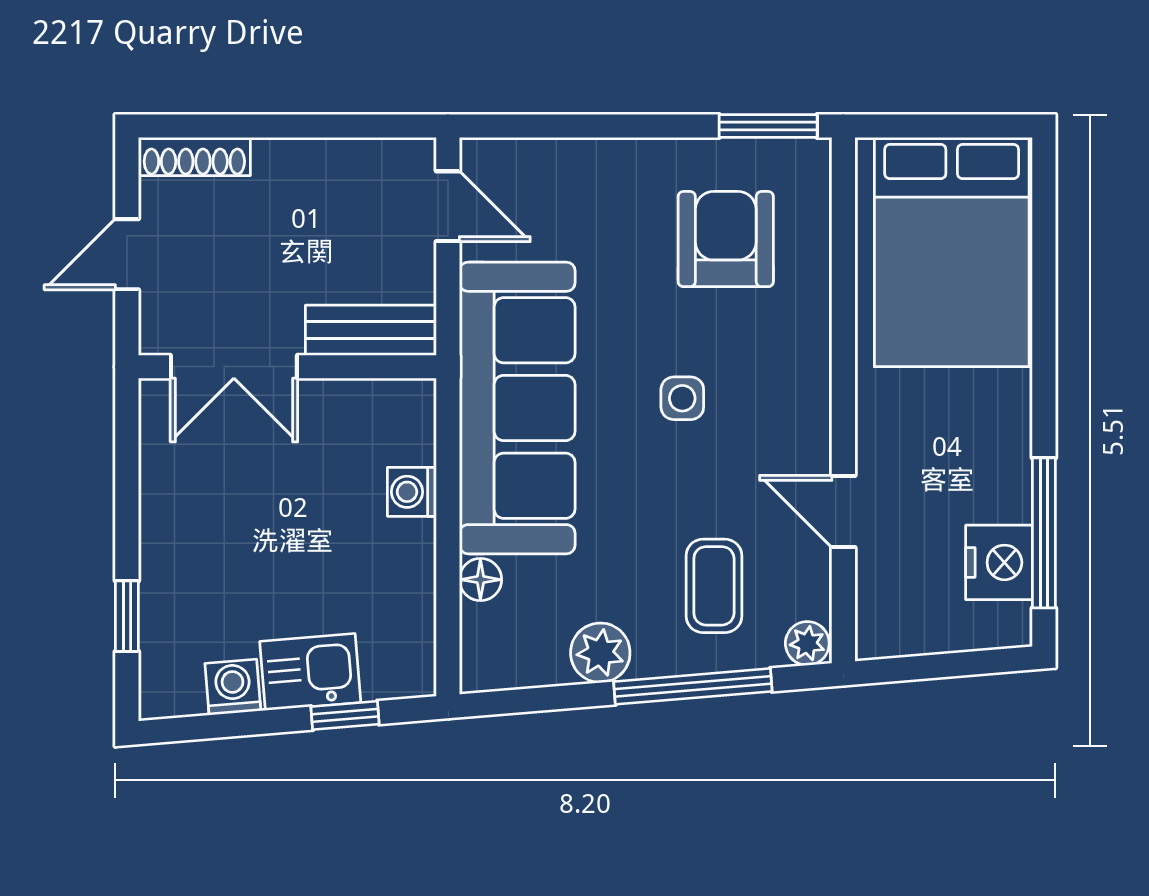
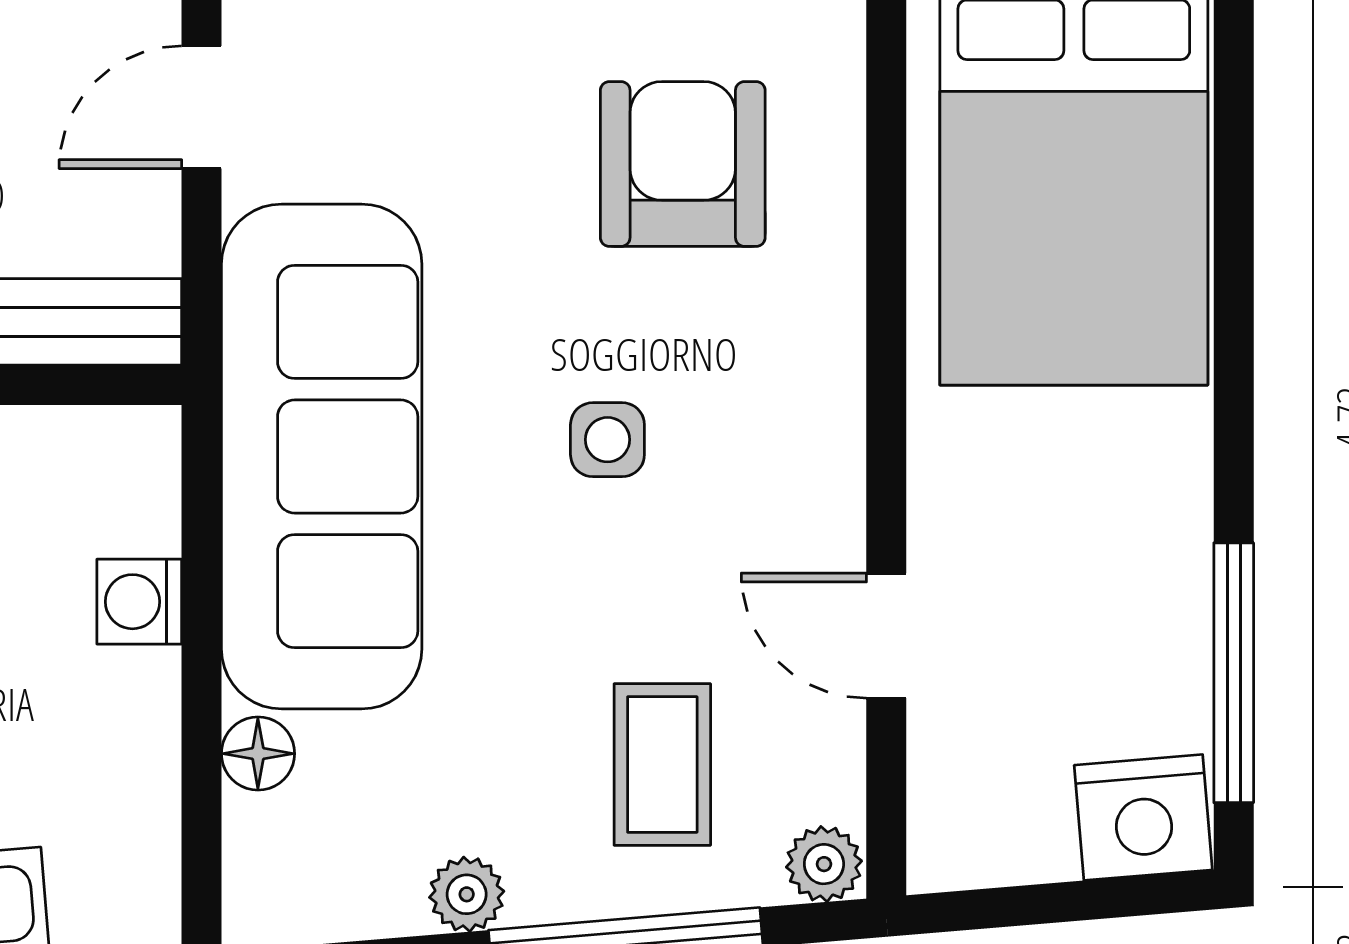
door: (448, 206) -> (202, 107), swing flipped
nightstand: (999, 562) -> (1143, 817), moved, turned 85
plant: (600, 653) -> (467, 894), width x0.73, depth x0.73

